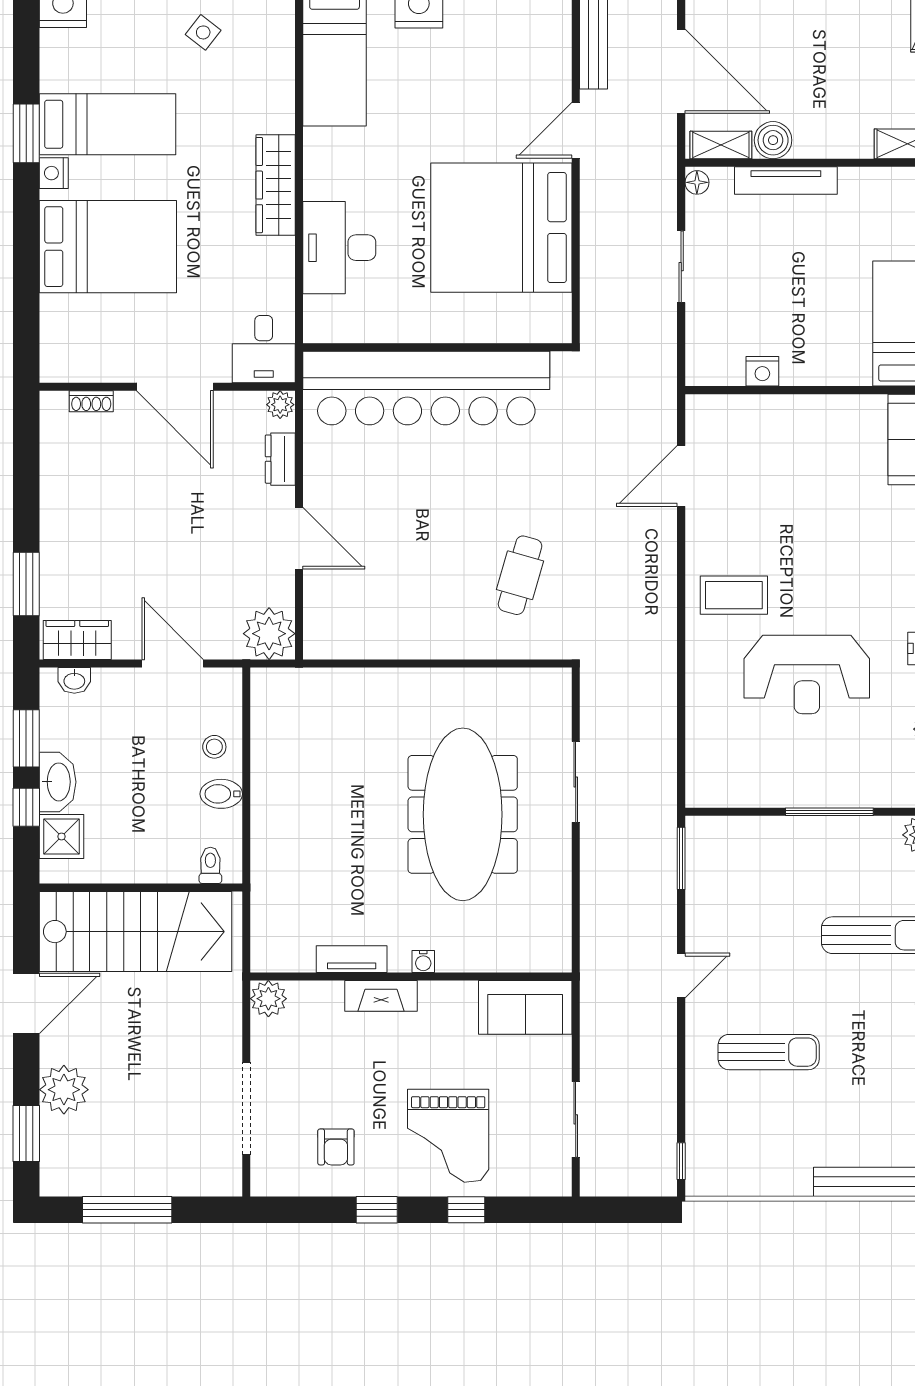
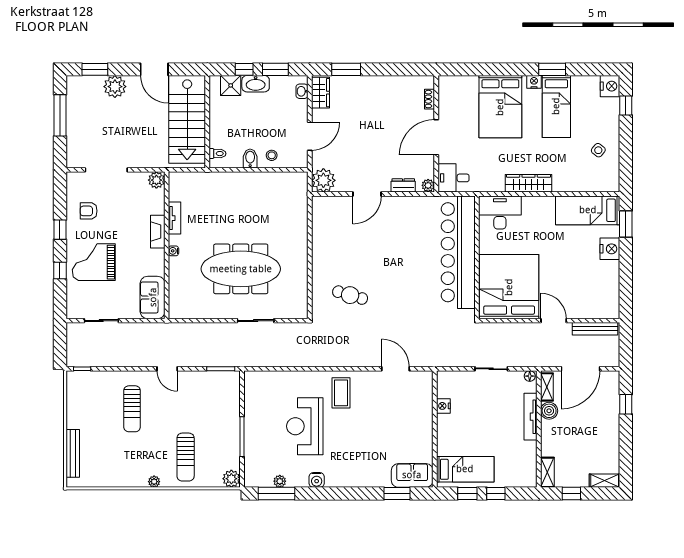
wall: (437, 347) -> (477, 257), moved
bar counter: (426, 388) -> (458, 252), moved

